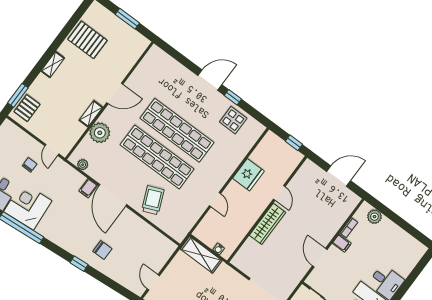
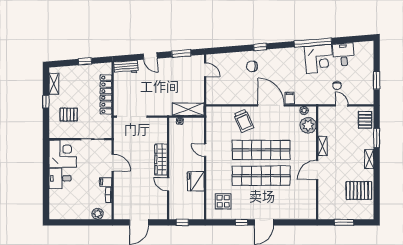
window: (18, 95) -> (377, 138), moved
display table: (233, 120) -> (223, 201), moved
plant: (100, 133) -> (308, 125), moved
door: (52, 150) -> (342, 105), moved

